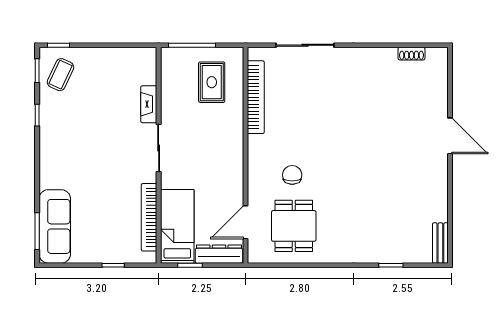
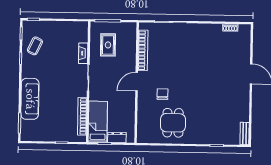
coffee table: (60, 75) -> (35, 46), moved
rug: (212, 82) -> (108, 45), moved
door: (246, 222) -> (137, 82), moved
sofa: (55, 226) -> (30, 99), moved
dining table: (294, 226) -> (173, 123), moved
dresser: (219, 254) -> (117, 137), width x0.70

